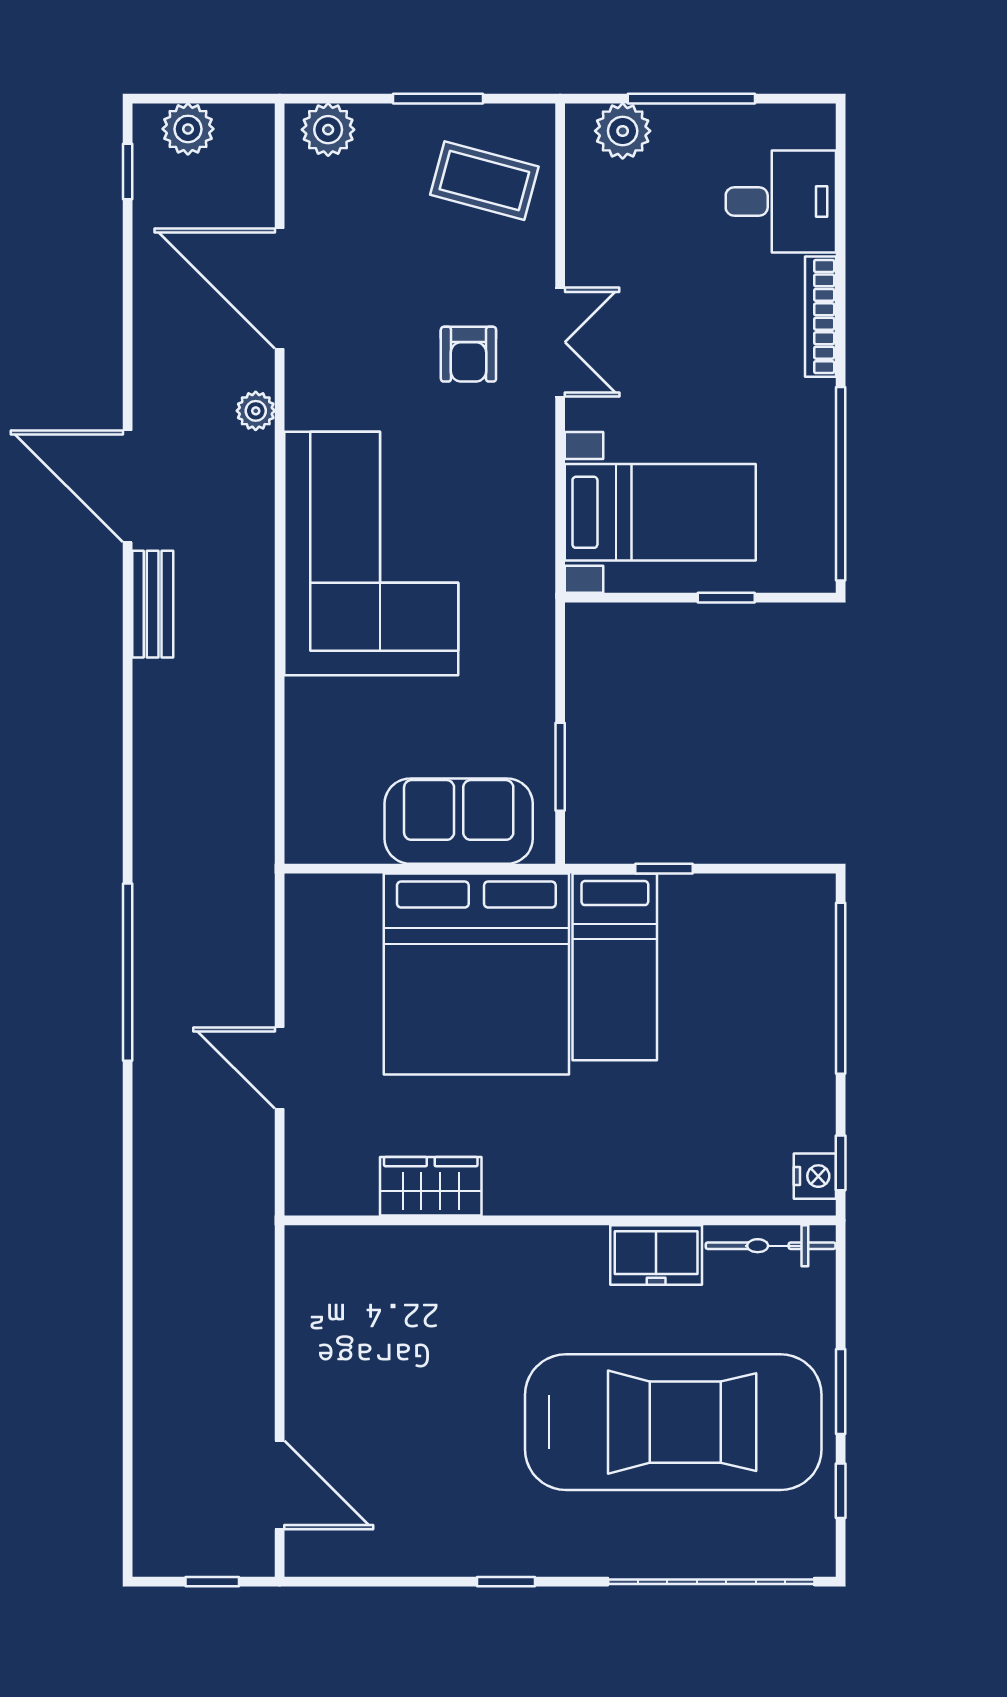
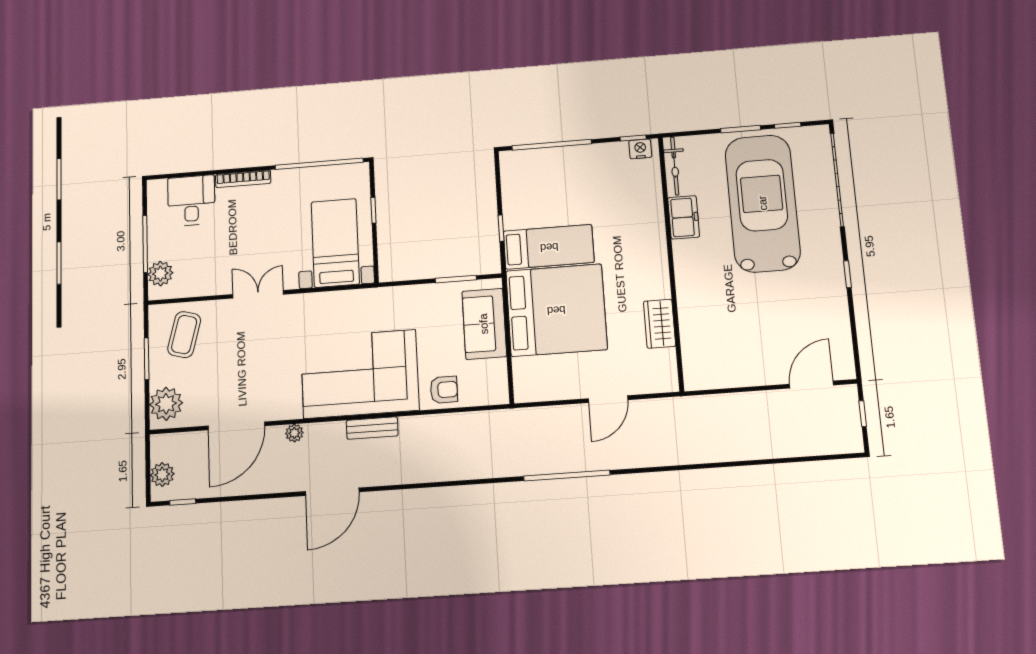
plant: (328, 130) -> (166, 404), width x1.36, depth x1.36
armchair: (468, 354) -> (444, 390), moved
bench: (153, 604) -> (372, 428), moved

